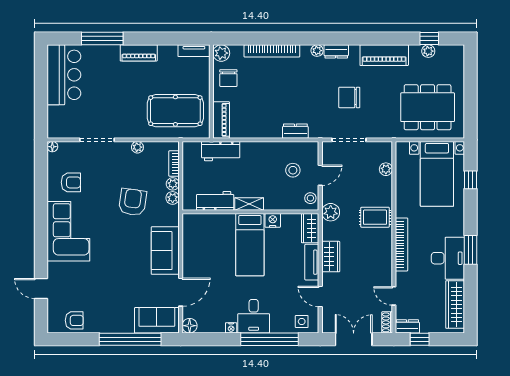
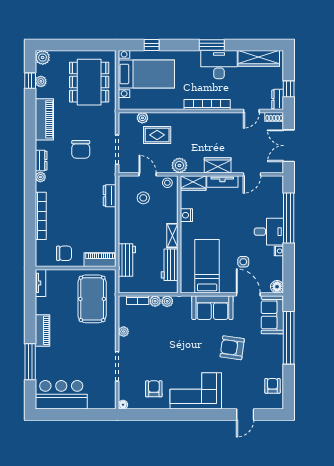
plant: (221, 53) -> (43, 58), moved
armchair: (133, 202) -> (232, 348), moved
rug: (375, 217) -> (157, 135), moved, turned 90
bed: (250, 245) -> (207, 266), moved, turned -90
side table: (302, 321) -> (243, 262), moved

